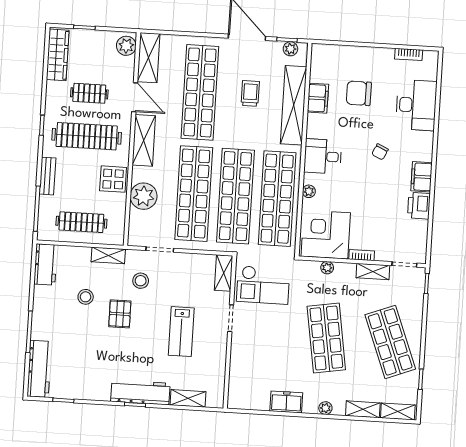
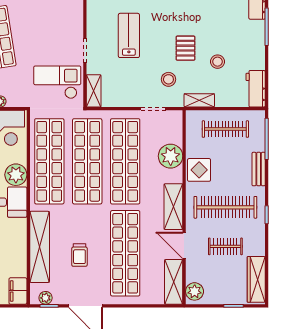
filing cabinet: (318, 98) -> (18, 291), moved
plant: (309, 191) -> (16, 175), width x1.87, depth x1.87

